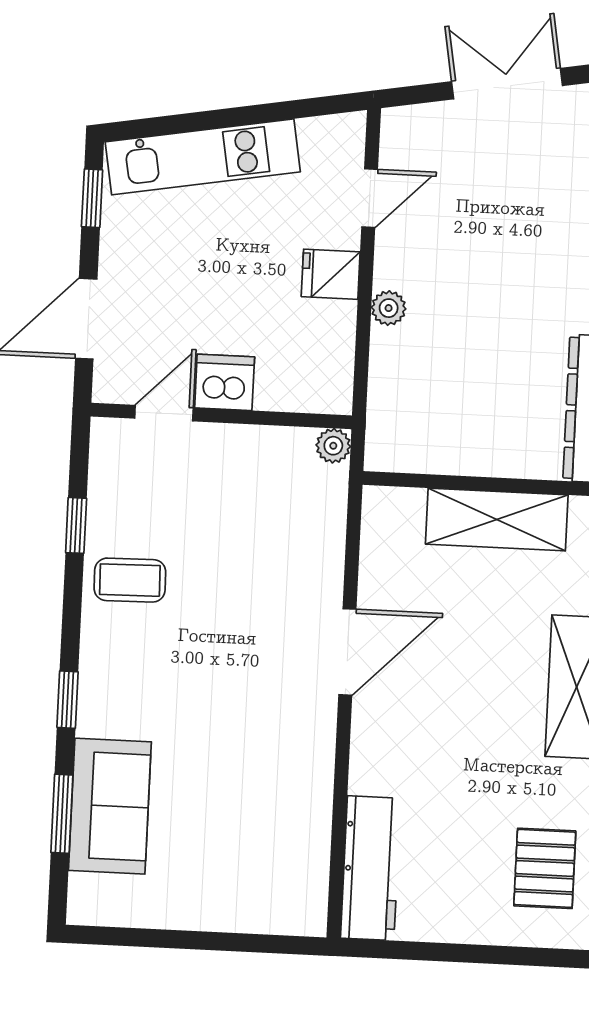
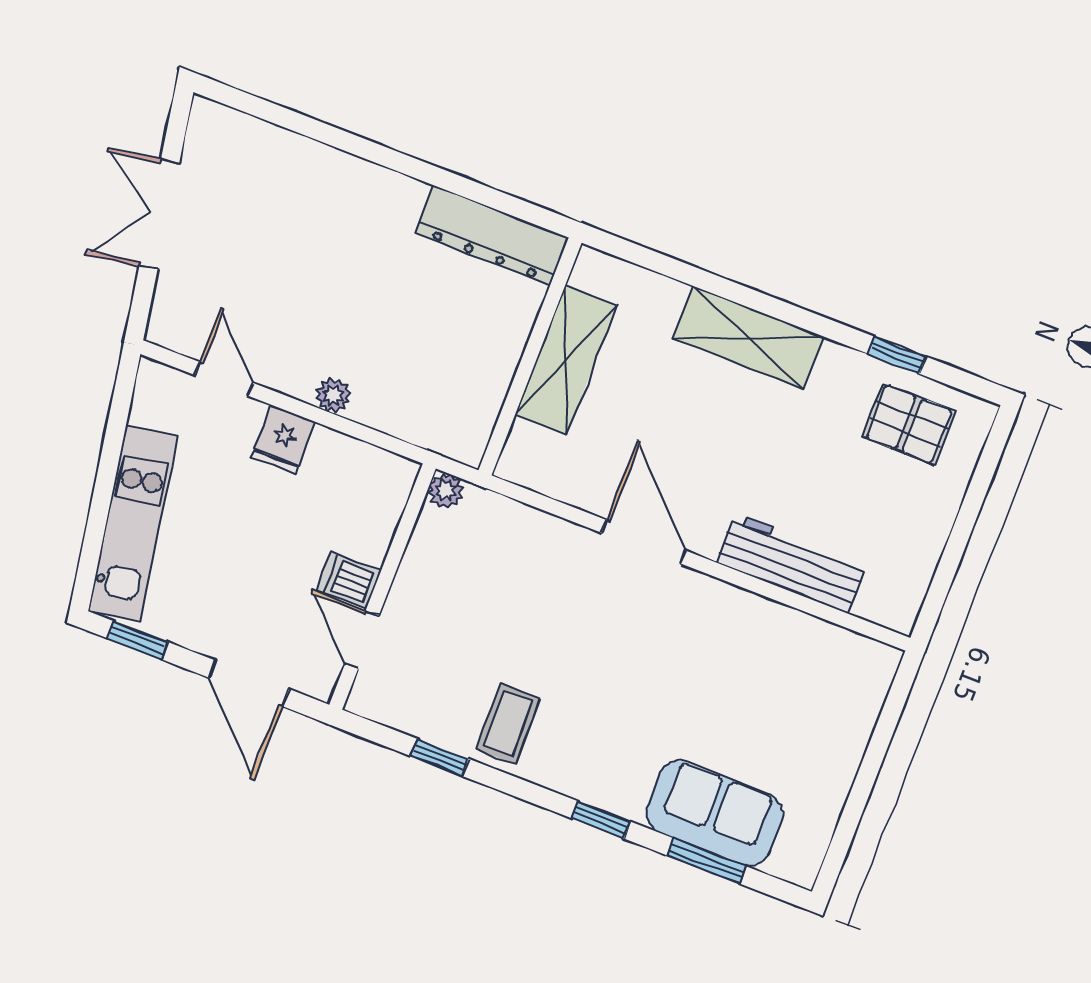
dishwasher: (225, 382) -> (349, 580), width x0.73
workbench: (371, 868) -> (792, 563), moved

